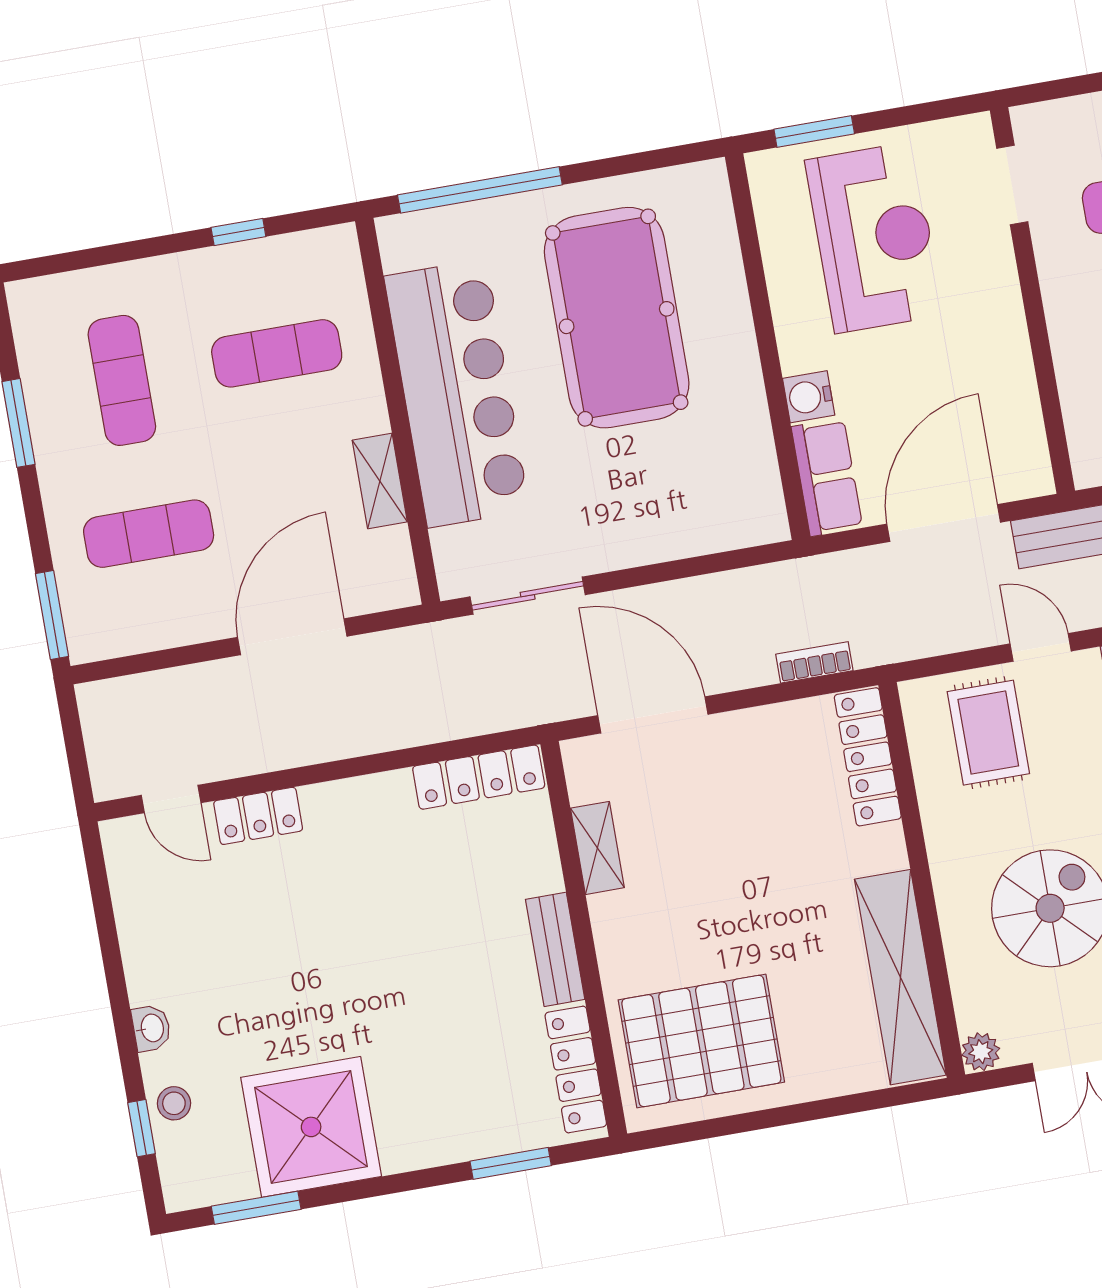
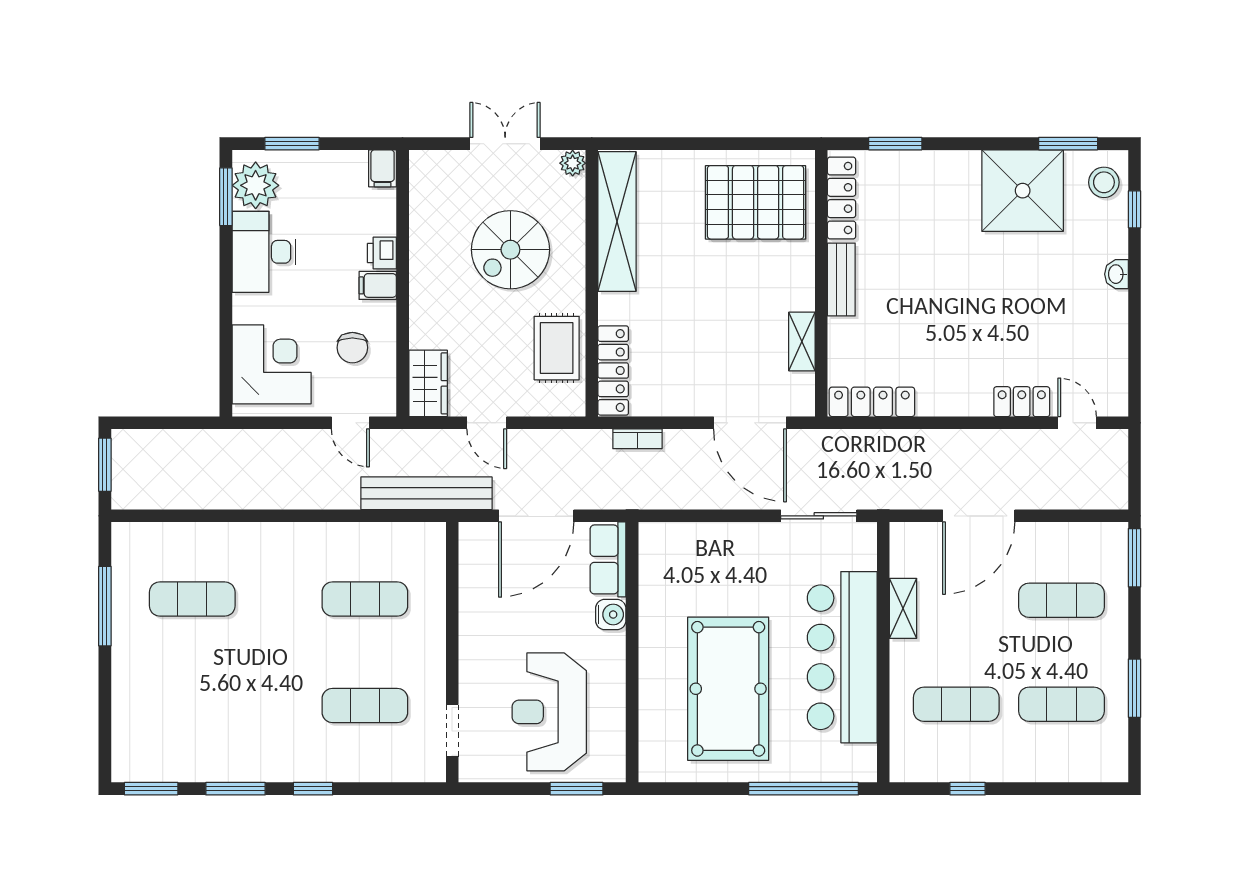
exercise mat: (122, 380) -> (1061, 704), turned 90
rug: (988, 733) -> (557, 348), moved
stool: (174, 1103) -> (1104, 182), moved, width x1.37, depth x1.37

